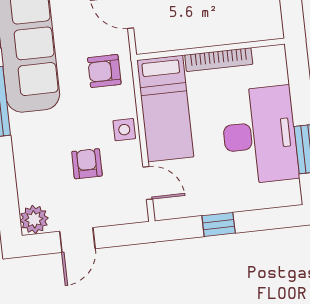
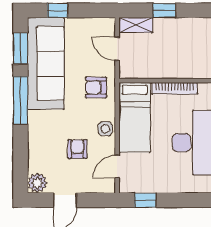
door: (148, 183) -> (117, 167), swing flipped
window: (219, 224) -> (145, 200), moved

